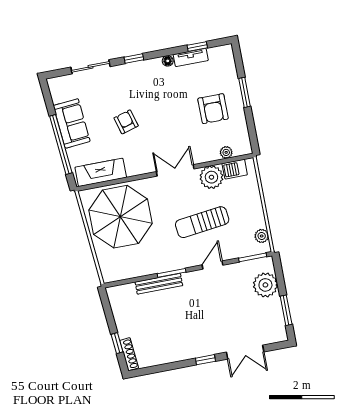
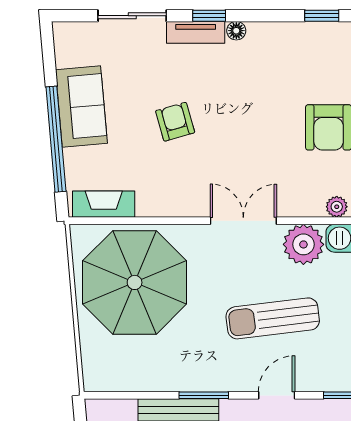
tv unit: (191, 57) -> (196, 32), moved
floor lamp: (168, 61) -> (236, 31), moved
fireplace: (101, 172) -> (104, 204), width x0.73, depth x0.76

